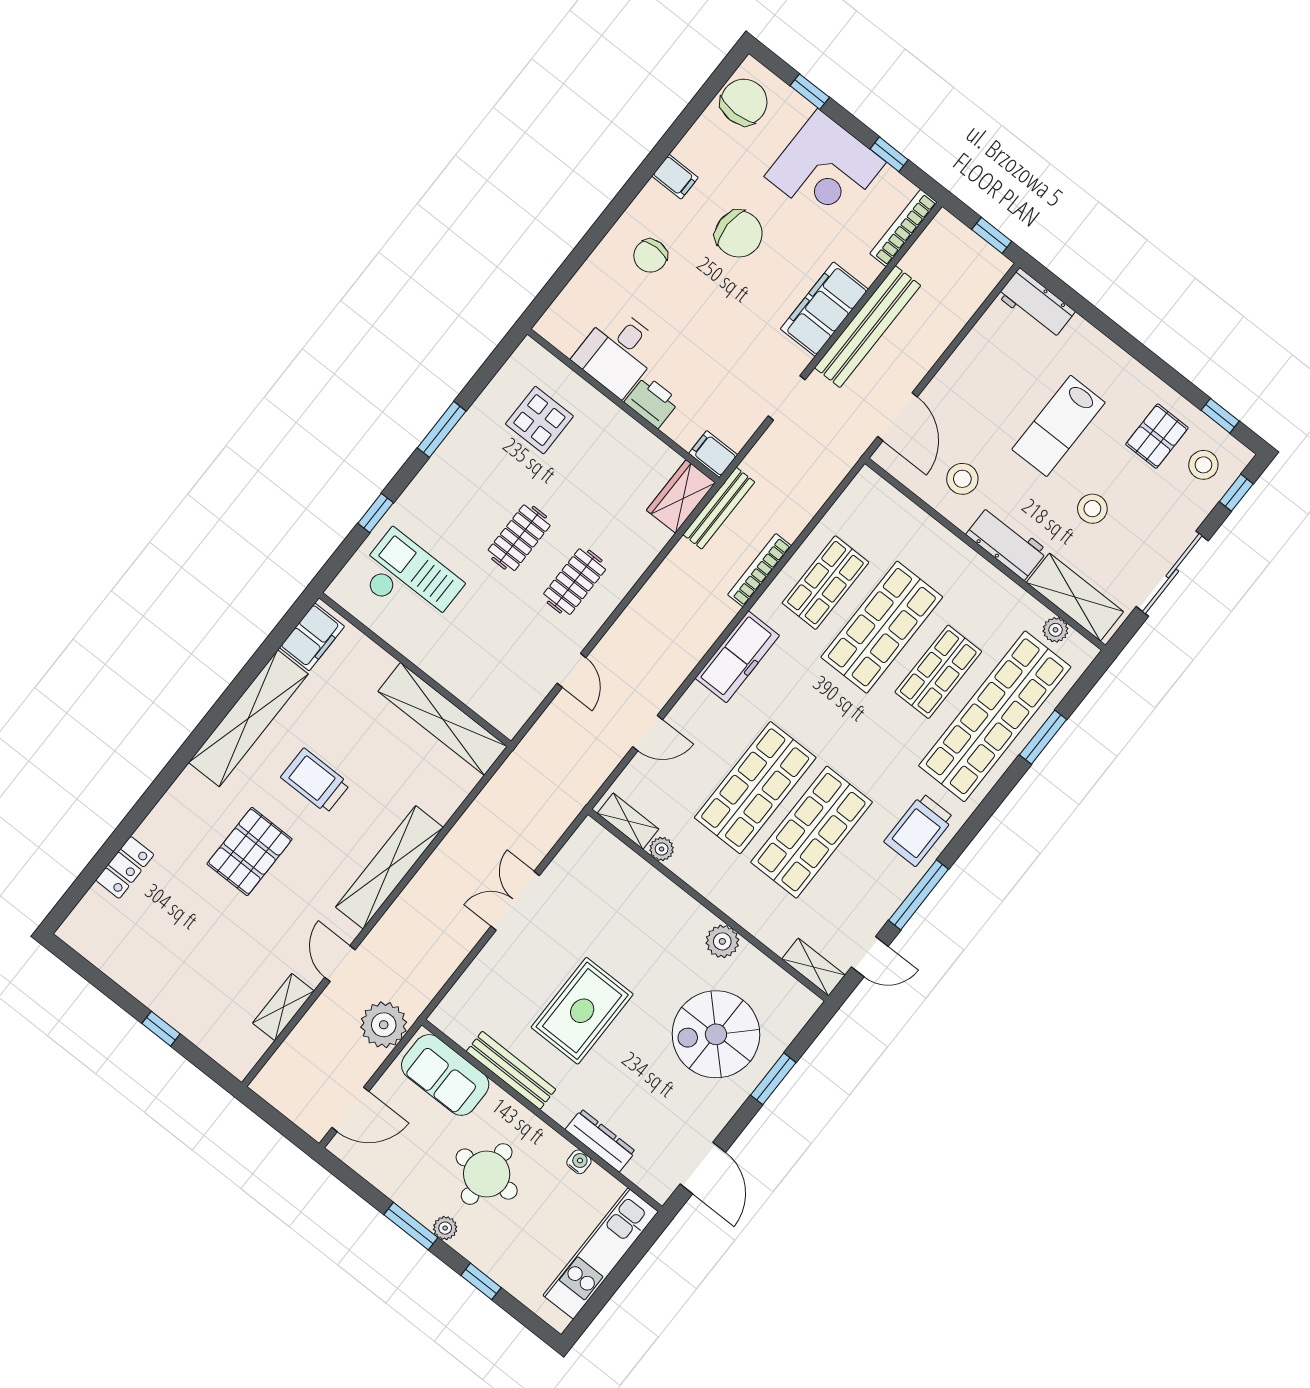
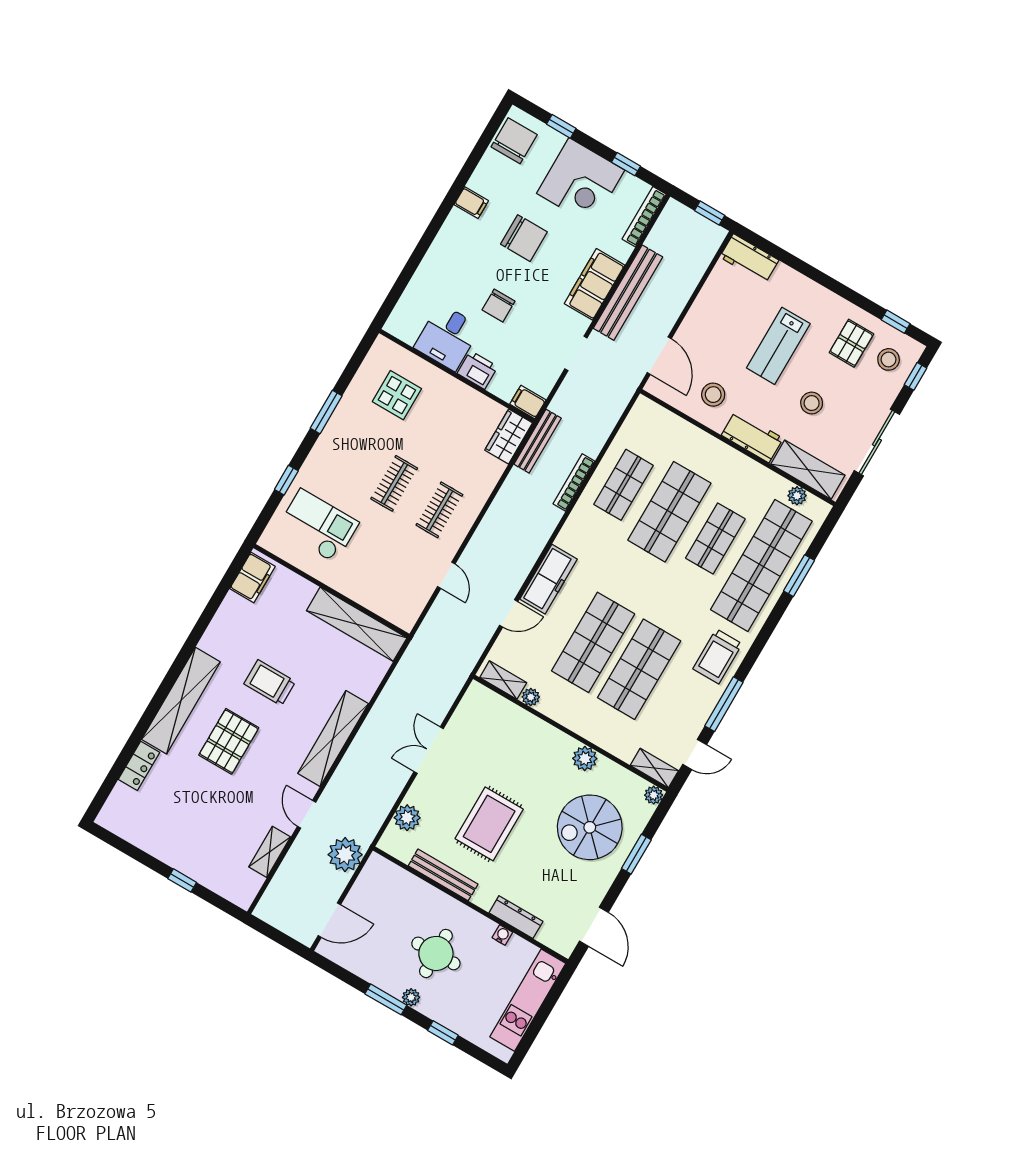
chair: (650, 256) -> (499, 306), moved
freezer: (737, 657) -> (548, 579), moved
shelving: (248, 718) -> (181, 701), moved
plant: (474, 987) -> (407, 818), added
plant: (807, 1003) -> (654, 795), added
sofa: (445, 1075) -> (395, 885), removed

